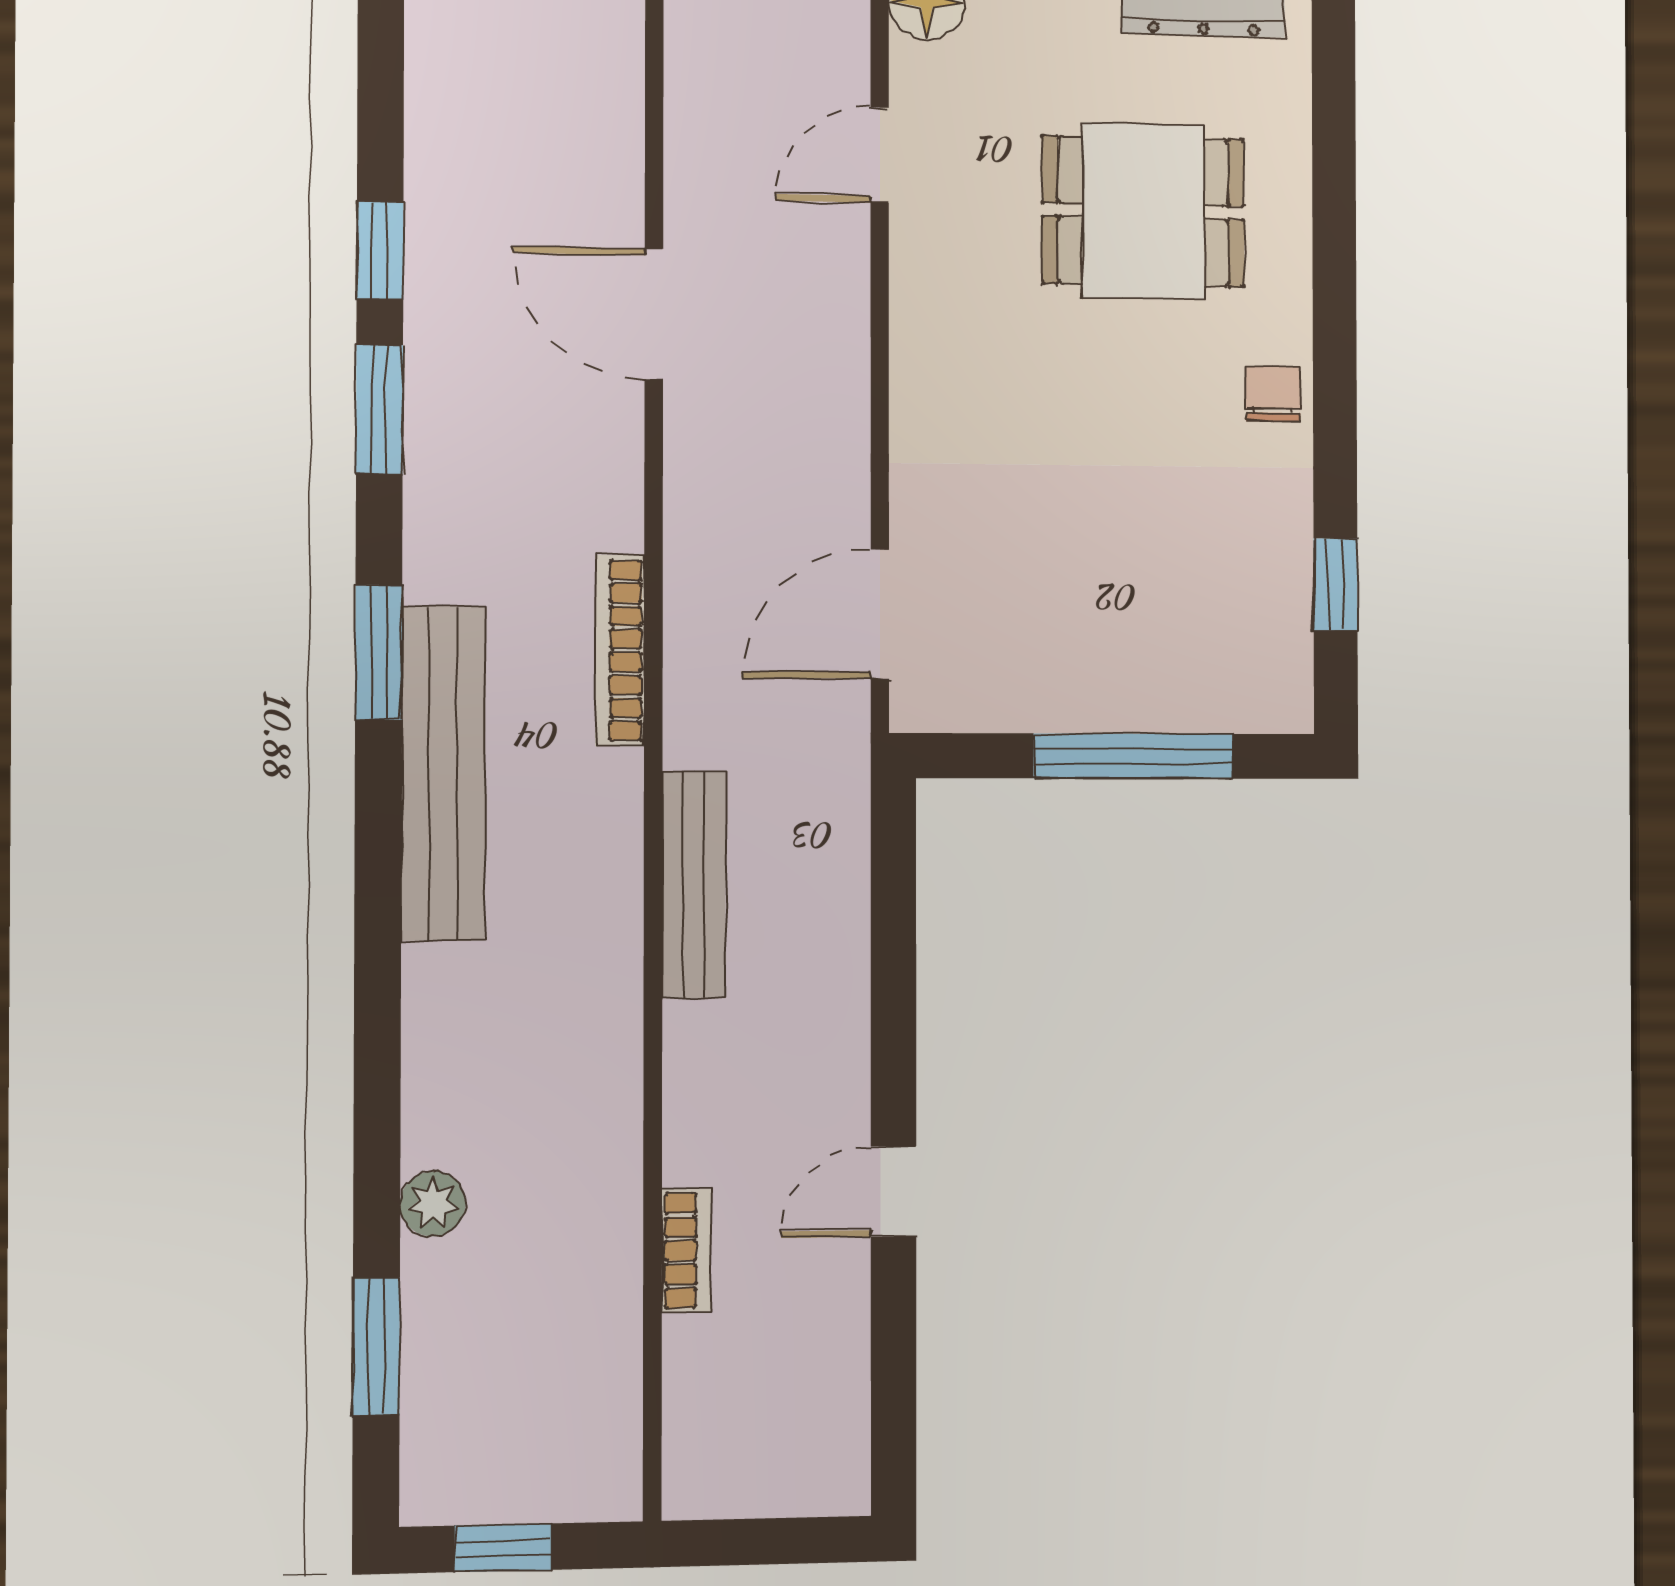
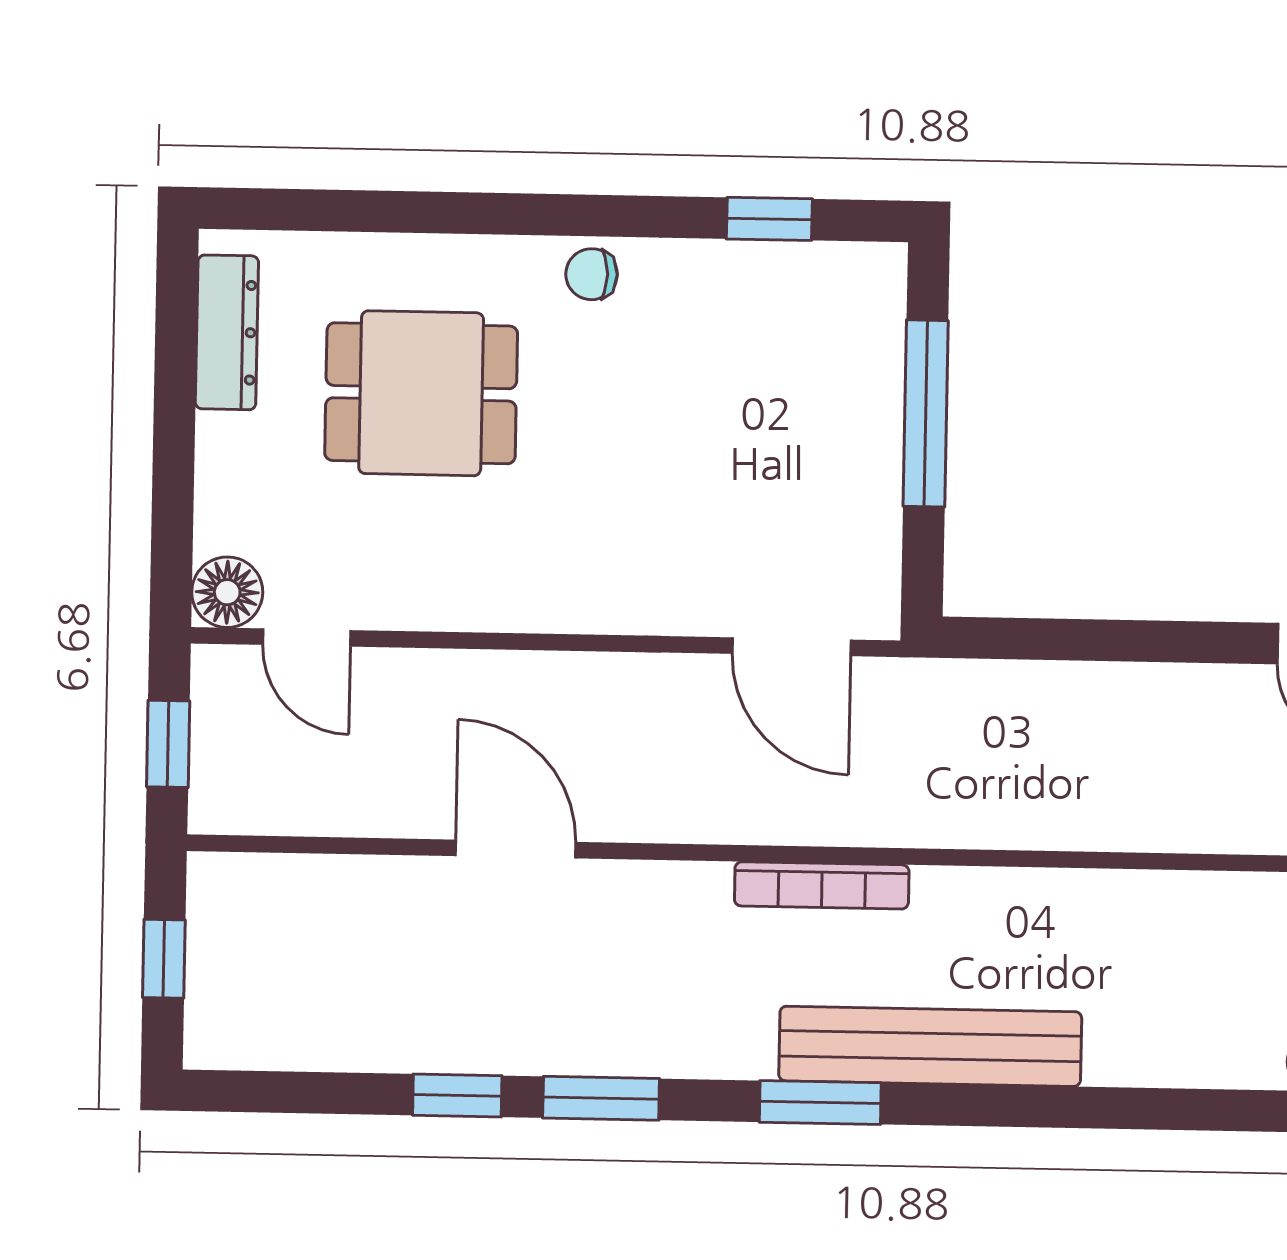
door: (880, 155) -> (307, 637), moved
dining table: (1143, 211) -> (421, 393), turned 90
door: (654, 314) -> (516, 849), swing flipped
bench: (694, 885) -> (1036, 822), removed

